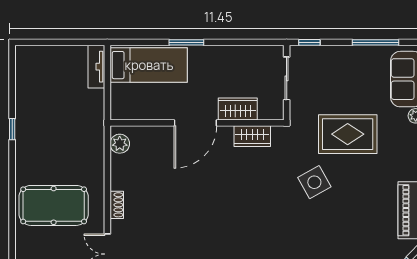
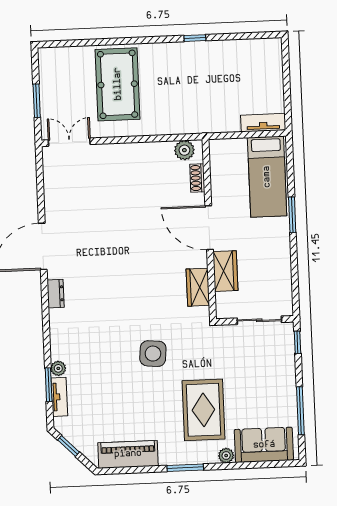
rug: (348, 134) -> (203, 410), moved
side table: (314, 182) -> (153, 354), turned 34
shoe rack: (117, 205) -> (197, 178), moved, turned 90

